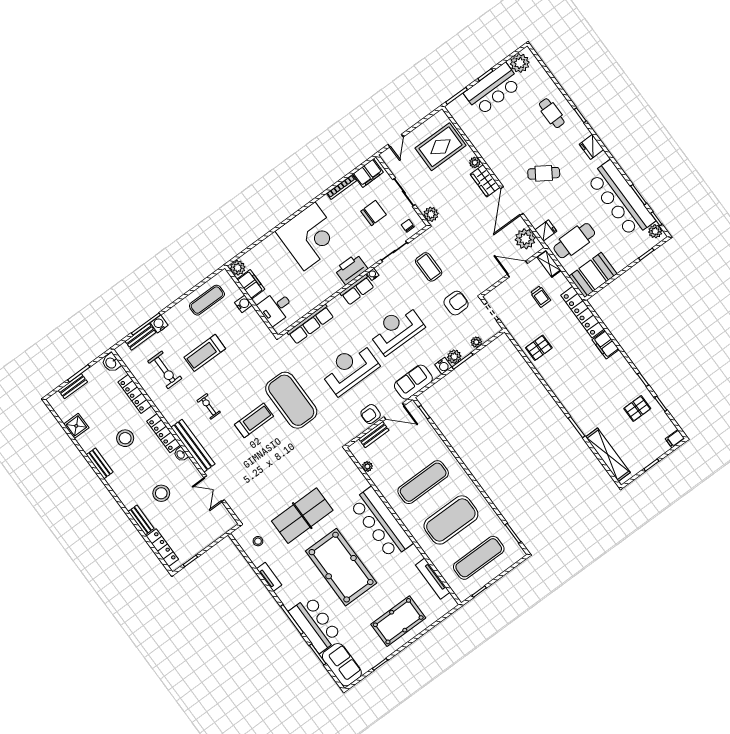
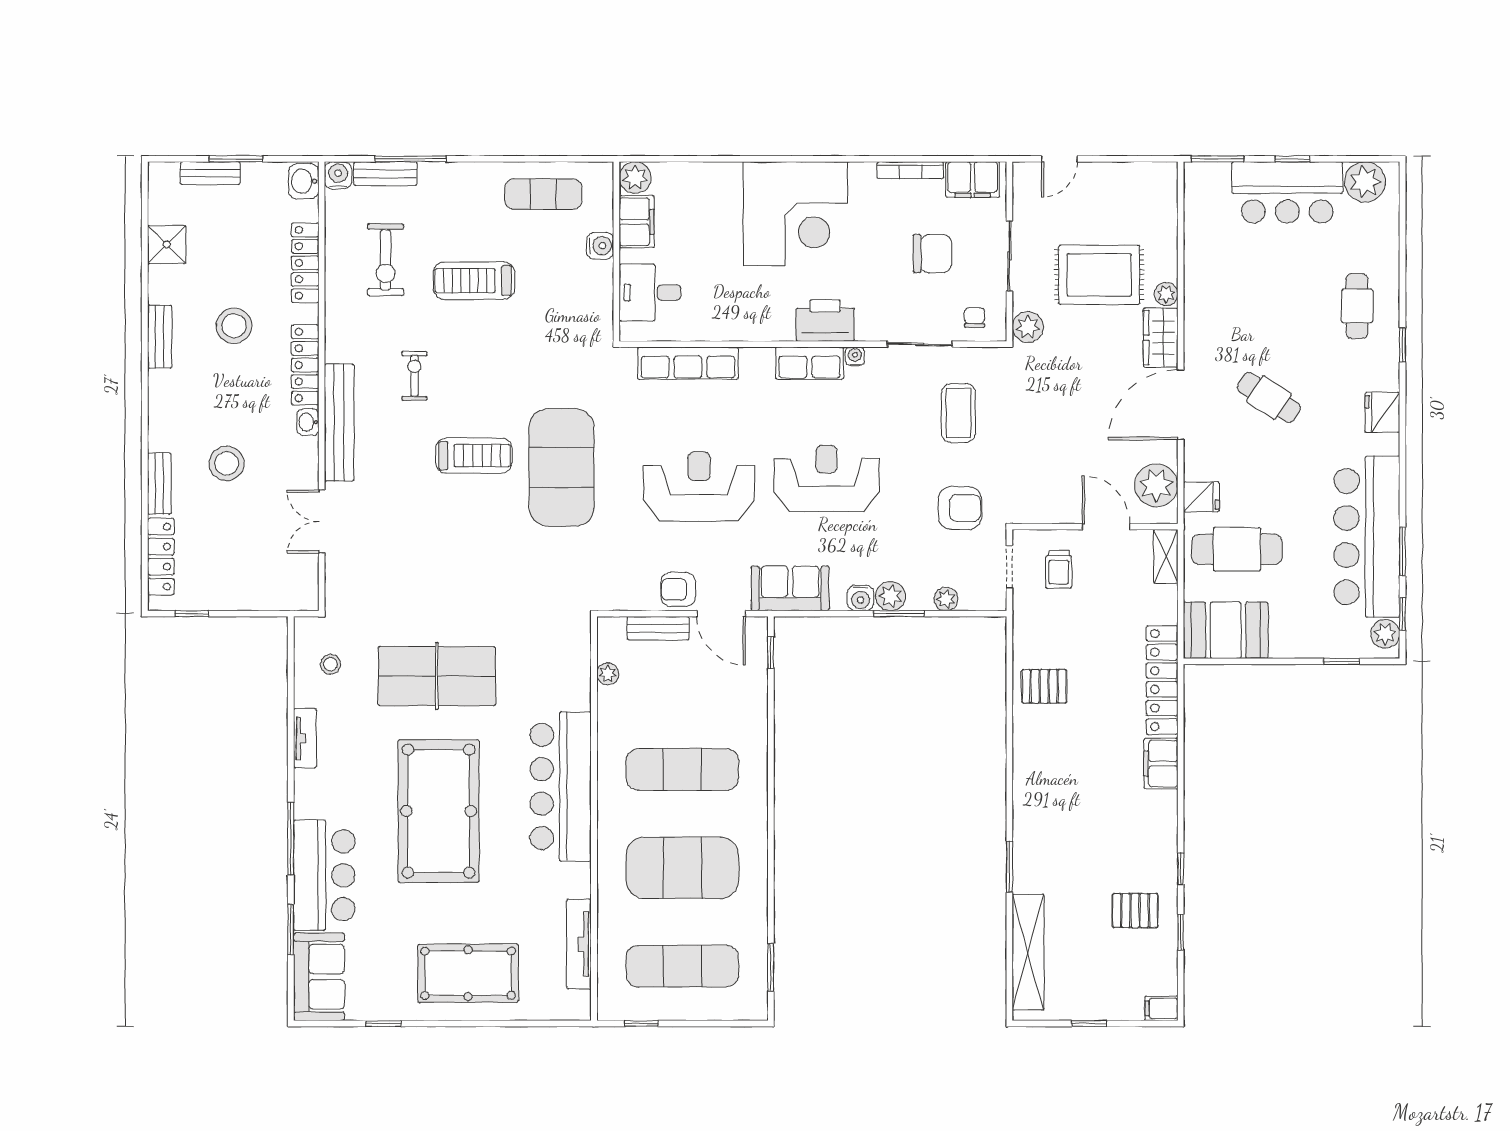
rug: (441, 147) -> (1099, 275), moved
trolley: (540, 296) -> (1059, 569), moved
water cooler: (159, 324) -> (338, 175), moved

